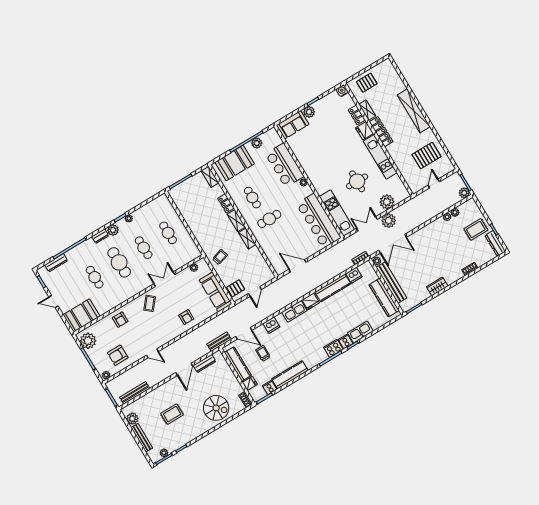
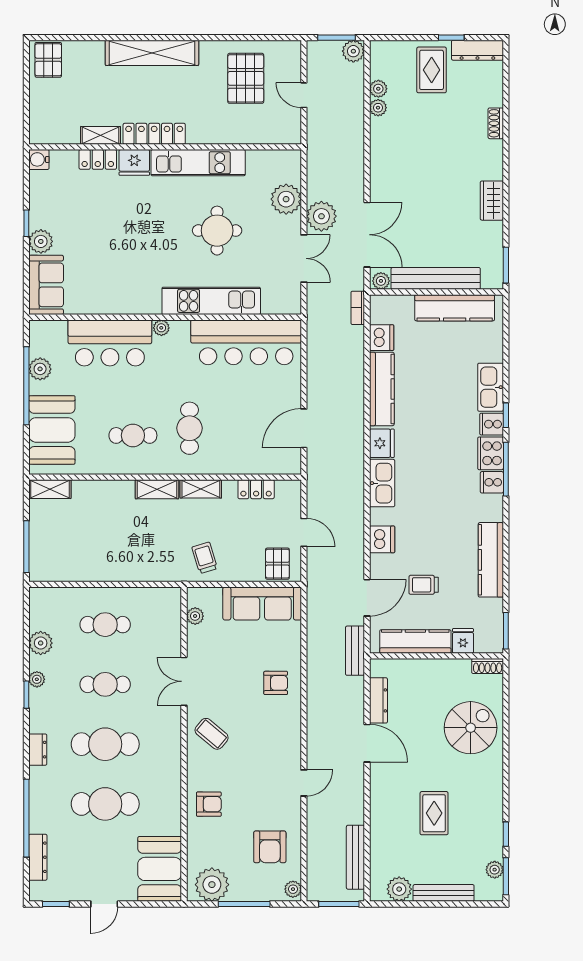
pallet: (367, 83) -> (48, 60), moved
locker: (226, 203) -> (256, 489), moved
kitchen unit: (337, 213) -> (211, 301), moved
double door: (367, 224) -> (304, 258), swing flipped
plant: (113, 230) -> (41, 643), moved
cafe table: (95, 277) -> (105, 804), width x1.37, depth x1.35
cooker: (270, 388) -> (492, 482), moved

